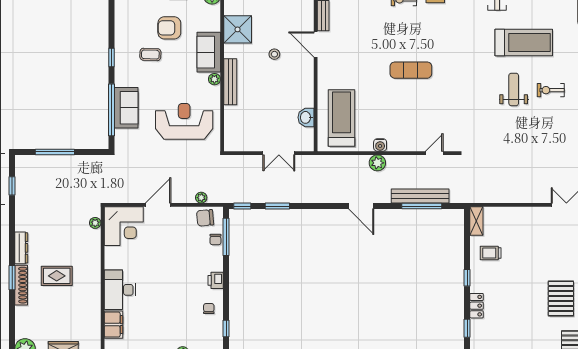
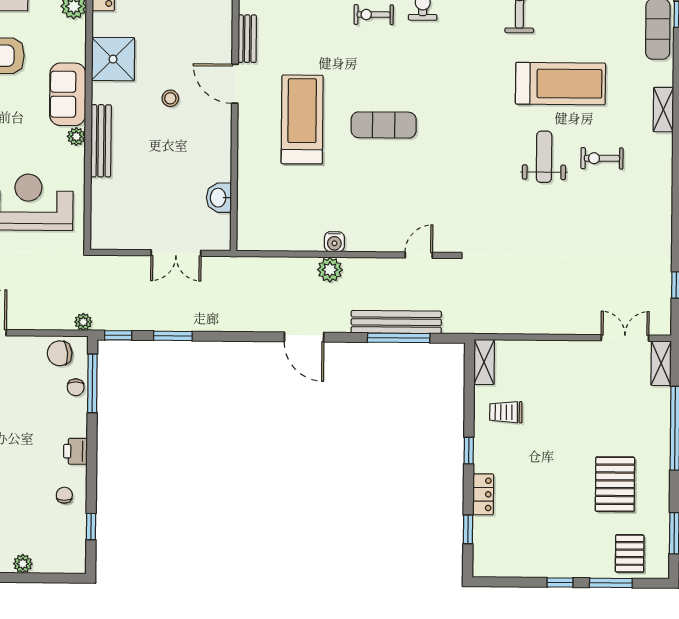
treadmill: (341, 118) -> (302, 119), moved
plant: (201, 198) -> (83, 322), moved

